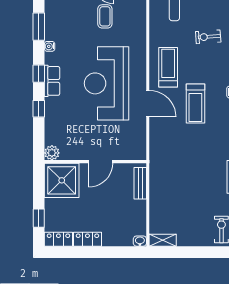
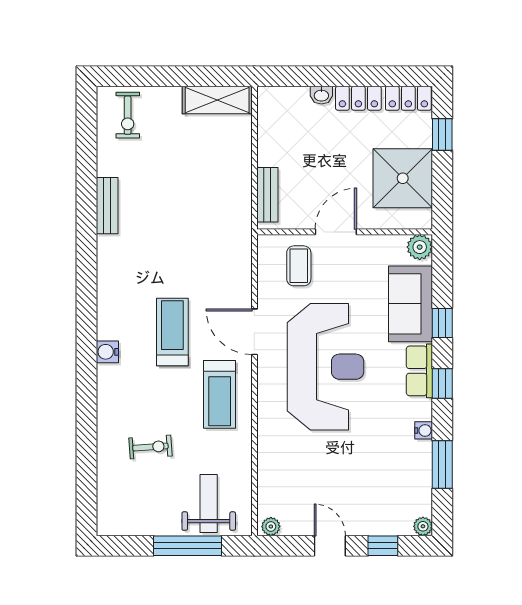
coffee table: (105, 16) -> (299, 266), moved
sofa: (57, 120) -> (410, 304), added
shower: (62, 180) -> (403, 178), moved
shelving: (163, 240) -> (217, 100), width x1.50, depth x1.33
washbasin: (140, 241) -> (321, 95), moved

